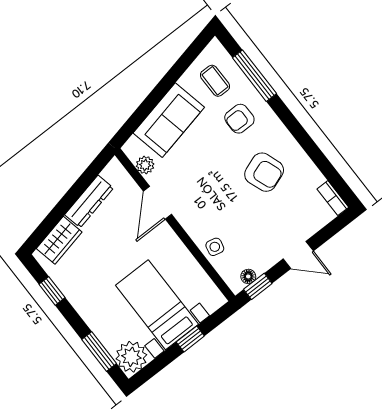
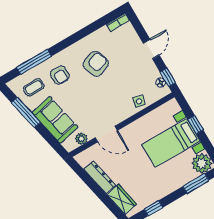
window: (174, 74) -> (26, 113), added

